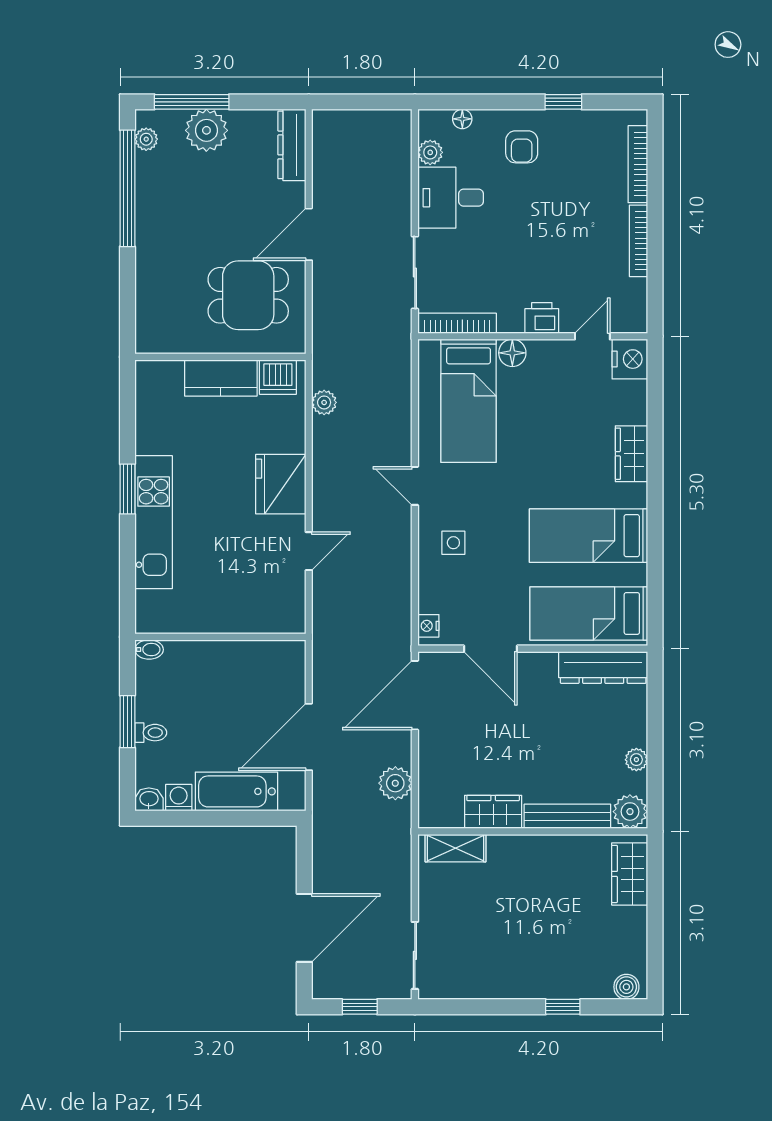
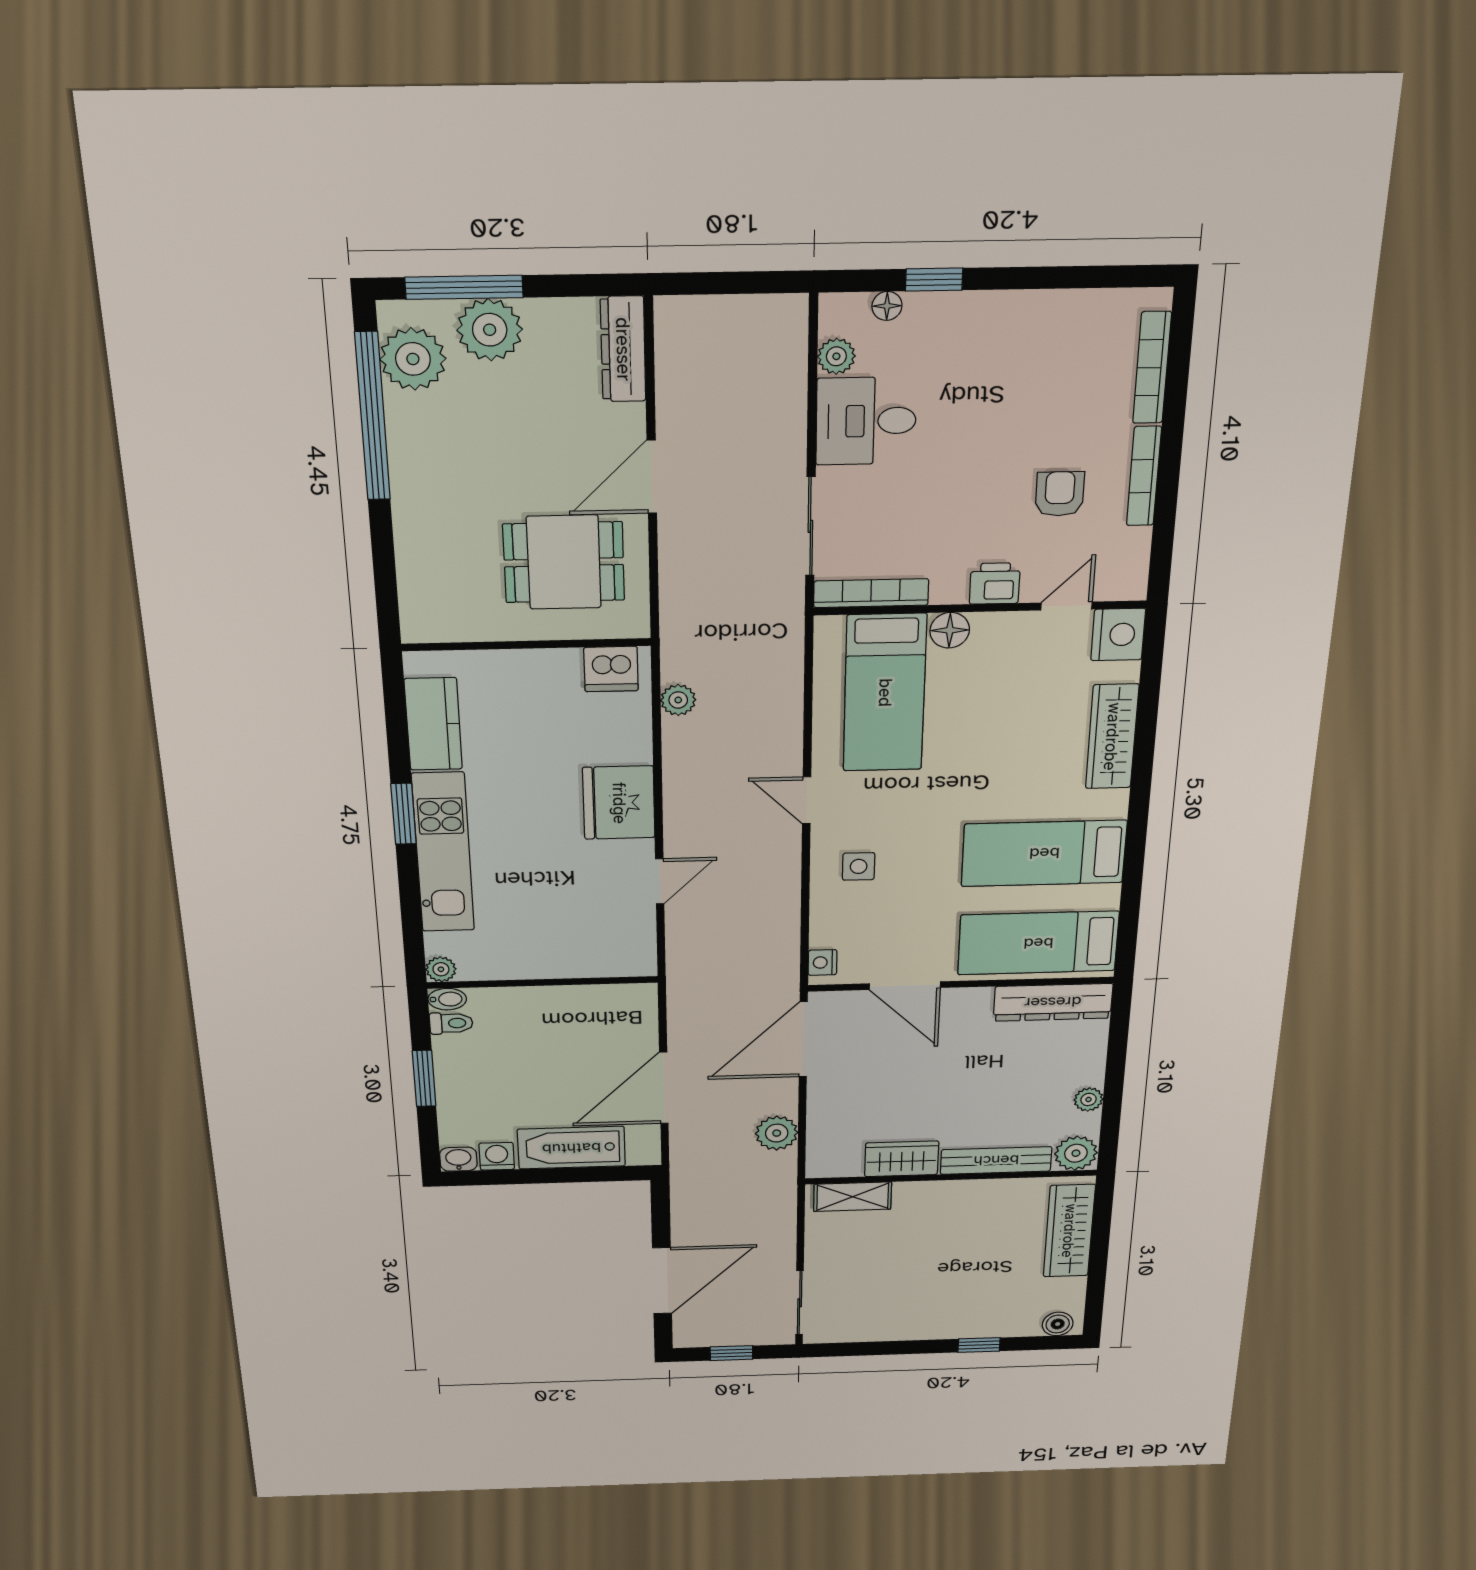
window: (563, 102) -> (934, 280), moved
plant: (146, 139) -> (413, 359), width x1.88, depth x1.88
armchair: (522, 147) -> (1060, 494), moved, turned 180
kitchen counter: (221, 378) -> (433, 724), moved, turned -90
wardrobe: (632, 454) -> (1112, 737), width x1.50
plant: (146, 623) -> (441, 969), added
toilet: (151, 733) -> (451, 1023), moved
wardrobe: (630, 874) -> (1069, 1231), width x1.50

